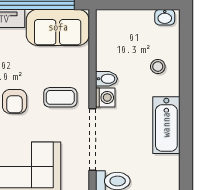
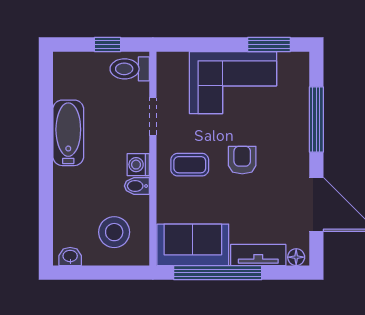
stool: (158, 67) -> (114, 232), moved, width x1.89, depth x1.89
doorway: (93, 139) -> (153, 116), width x0.53

